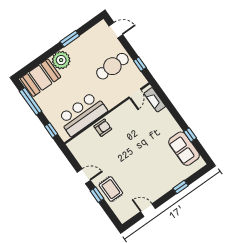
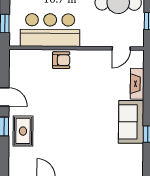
fireplace: (155, 100) -> (137, 84), moved
sofa: (184, 149) -> (131, 122), moved

